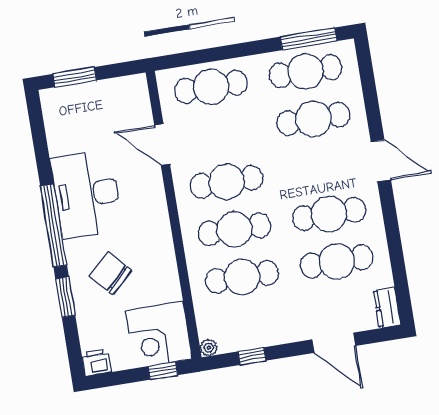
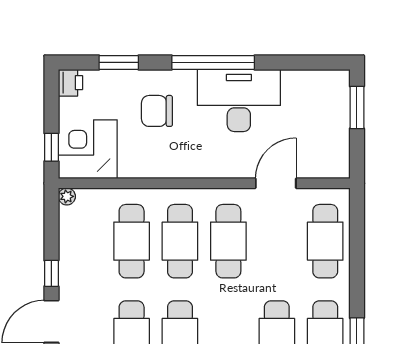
chair: (110, 273) -> (157, 111), turned -137
window: (65, 297) -> (119, 62), moved
window: (252, 356) -> (51, 273), moved

